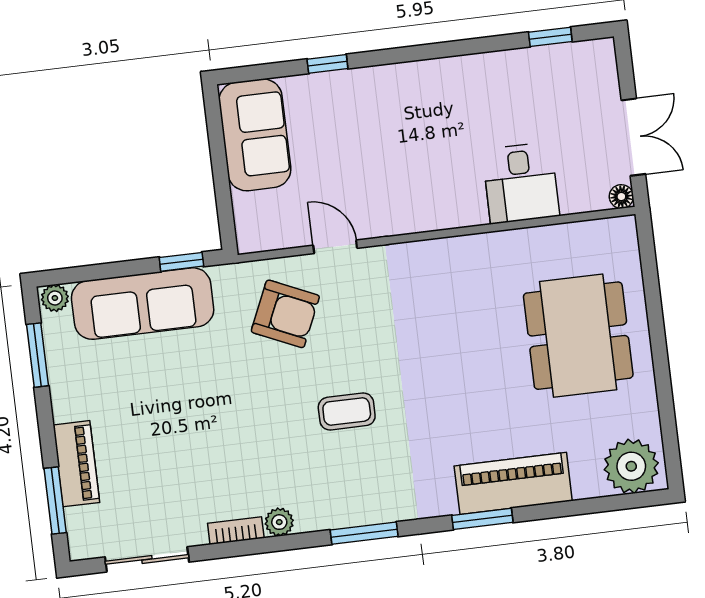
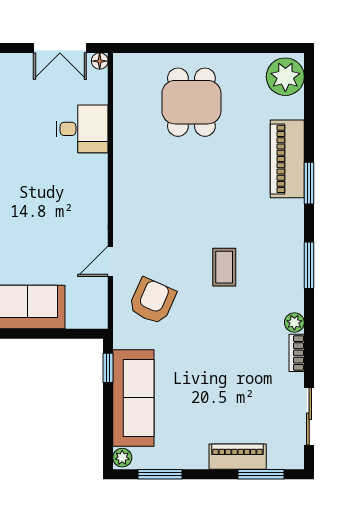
double door: (633, 137) -> (60, 48), swing flipped
dining table: (578, 336) -> (191, 102), width x0.73

